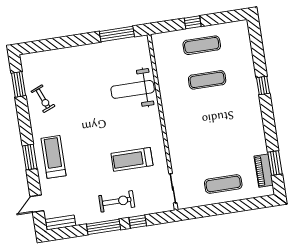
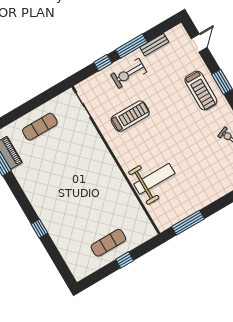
exercise mat: (207, 80) -> (91, 214), removed
bench: (61, 222) -> (154, 45), moved

